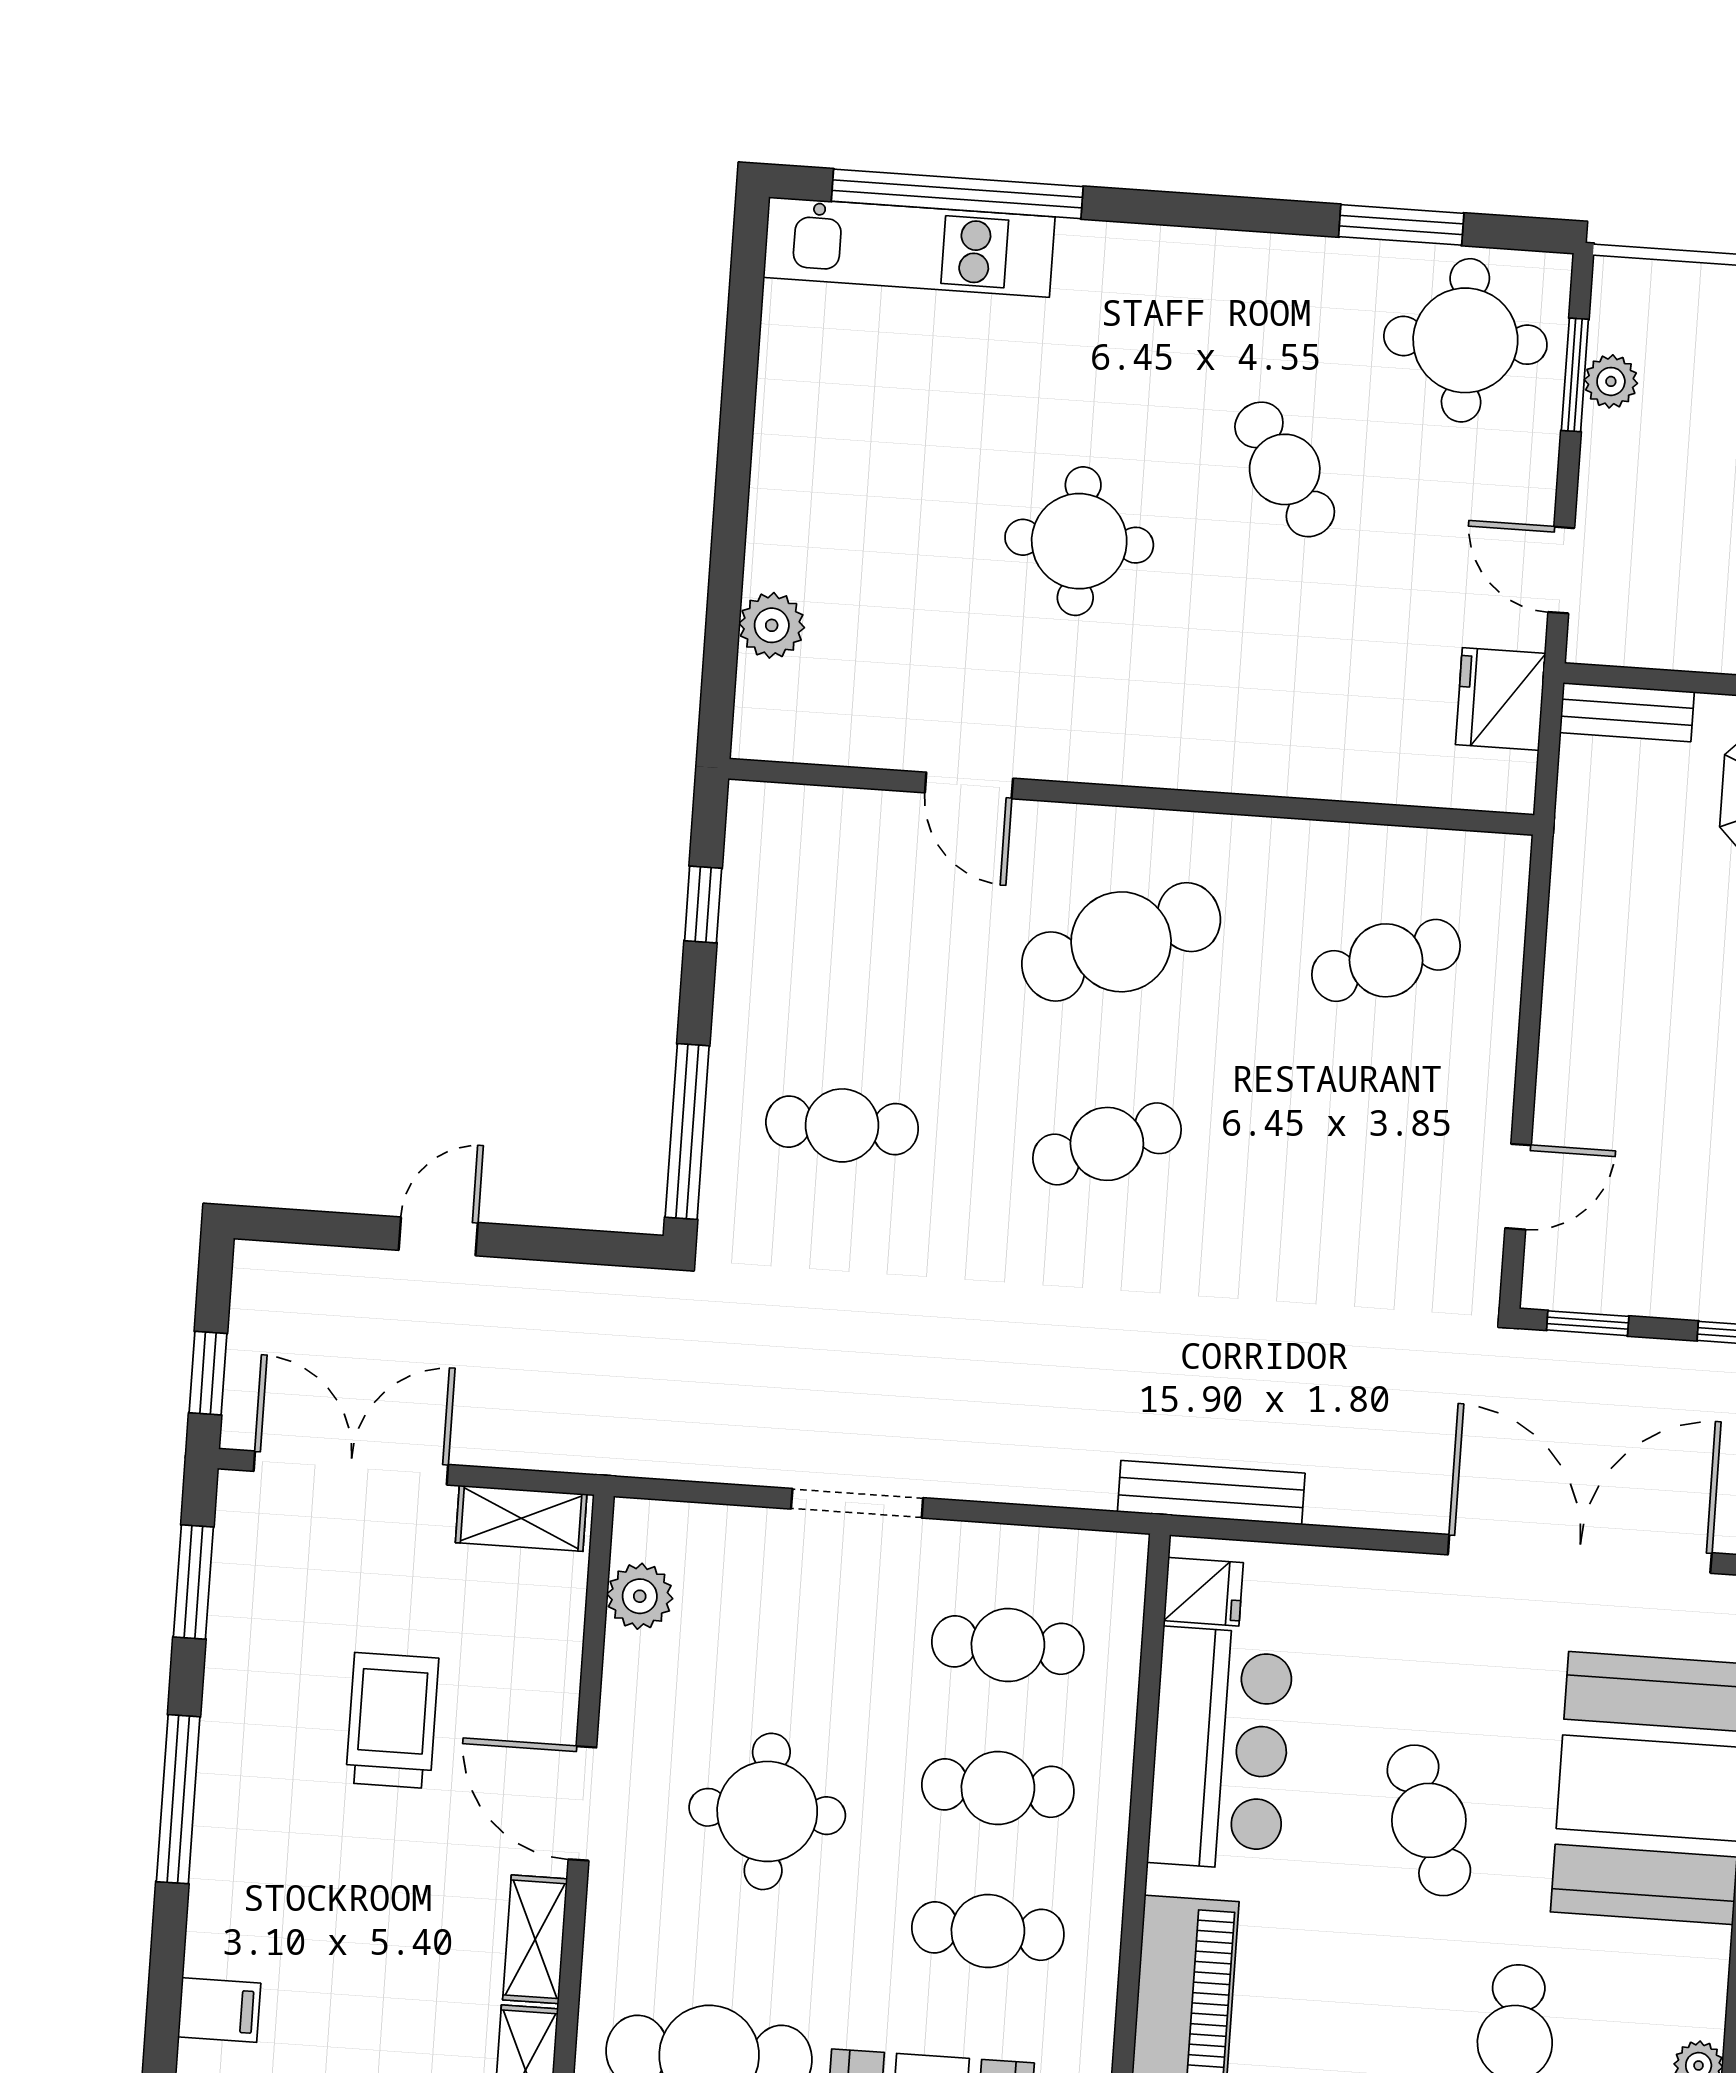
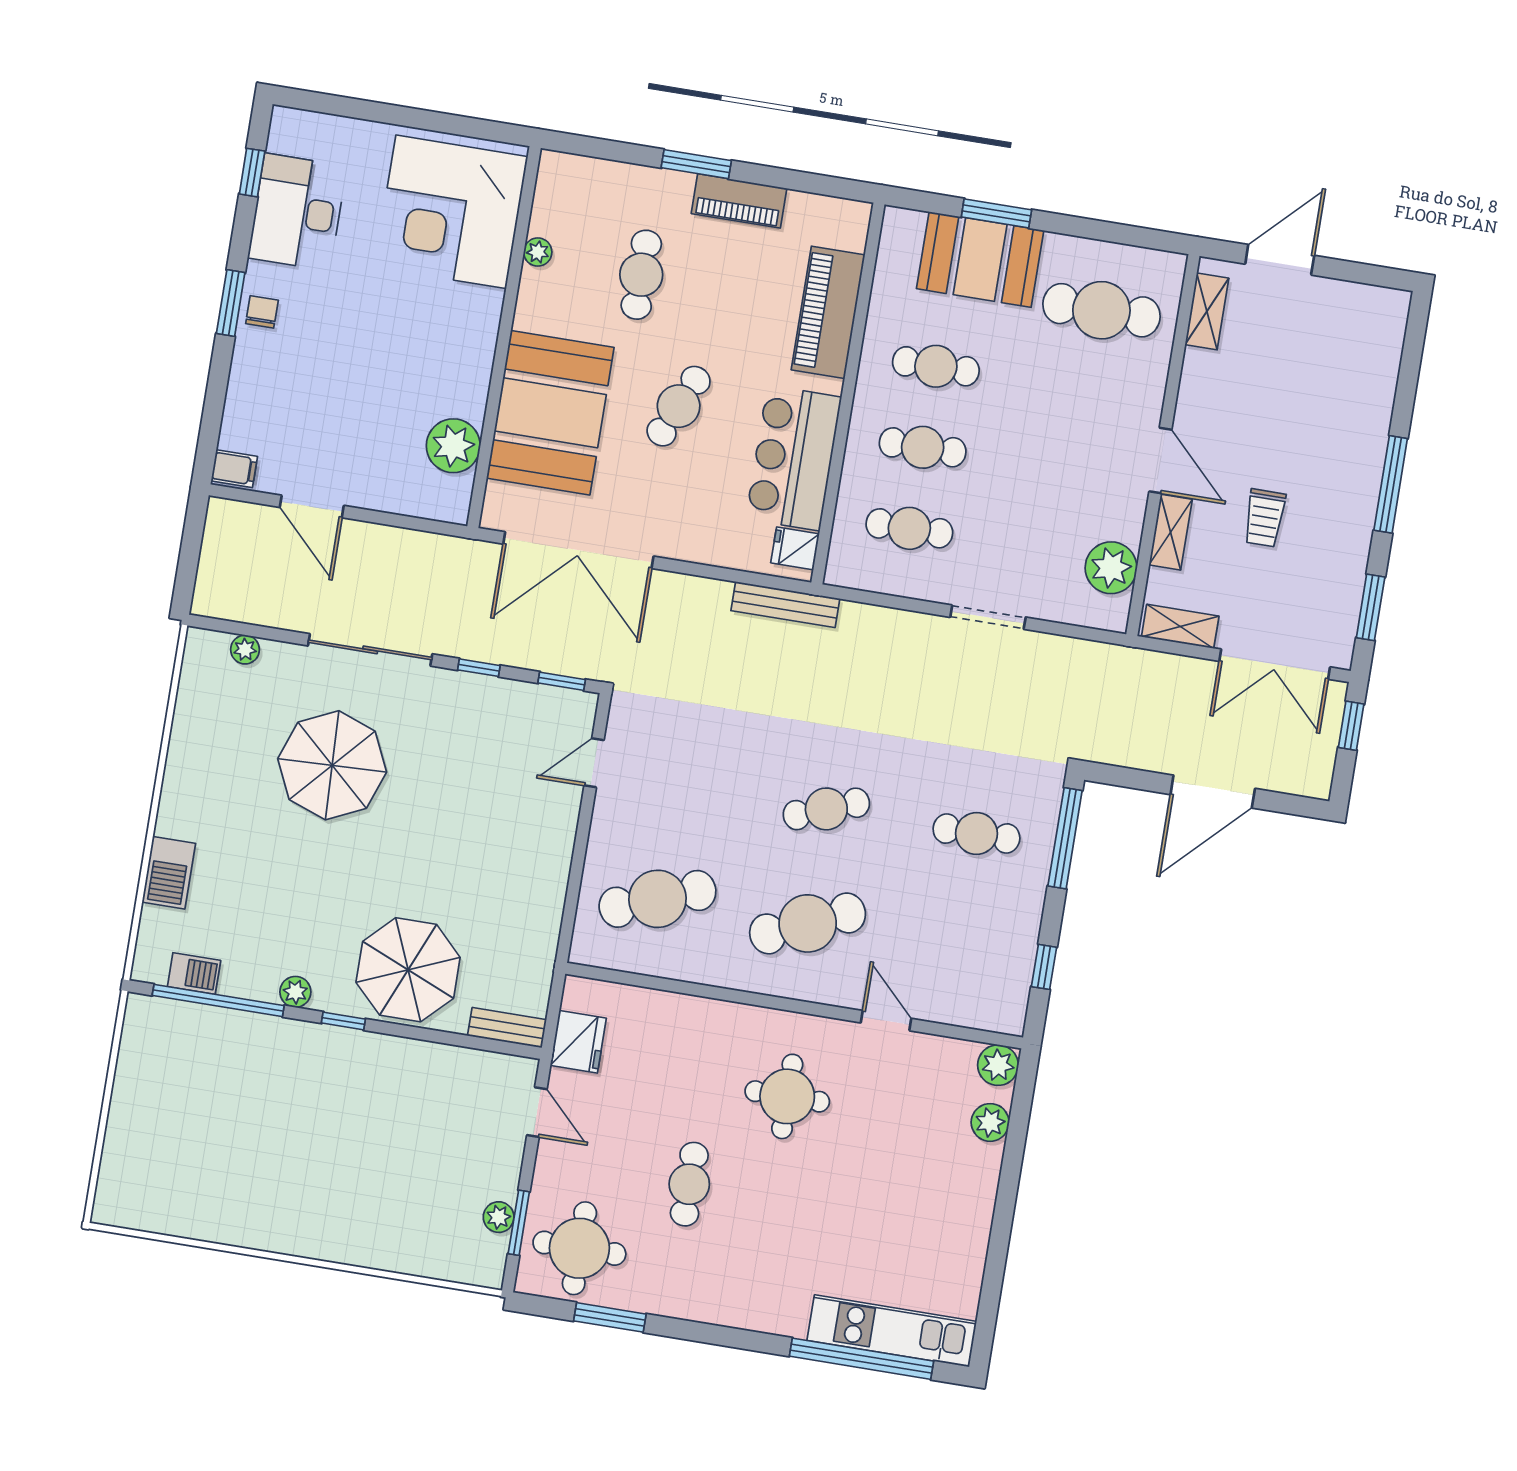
cafe table: (1285, 469) -> (689, 1184), turned 34
round table: (1079, 541) -> (787, 1096), moved
plant: (767, 726) -> (998, 1065), added
cafe table: (1386, 960) -> (657, 899), width x1.37, depth x1.35
door: (438, 1236) -> (1213, 792), width x1.88
plant: (640, 1596) -> (1111, 568), width x1.36, depth x1.36
trolley: (392, 1721) -> (1265, 518), width x0.73, depth x0.72
round table: (767, 1811) -> (1055, 446), removed
cafe table: (1429, 1820) -> (679, 406), turned 45
shelving: (535, 1939) -> (1171, 532), moved
filing cabinet: (219, 2010) -> (1378, 362), removed

